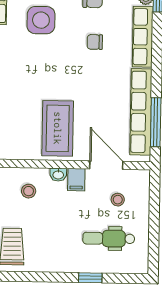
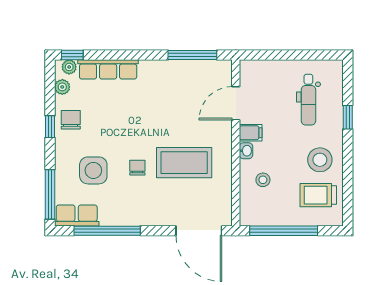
chair: (95, 42) -> (137, 168), moved, turned 180
row of seats: (141, 112) -> (183, 70), removed
coffee table: (58, 128) -> (184, 163), moved
stool: (118, 200) -> (320, 160), moved, width x1.89, depth x1.89

